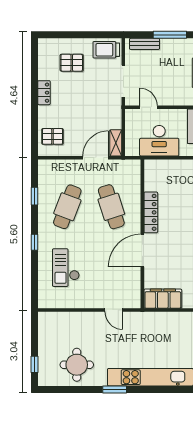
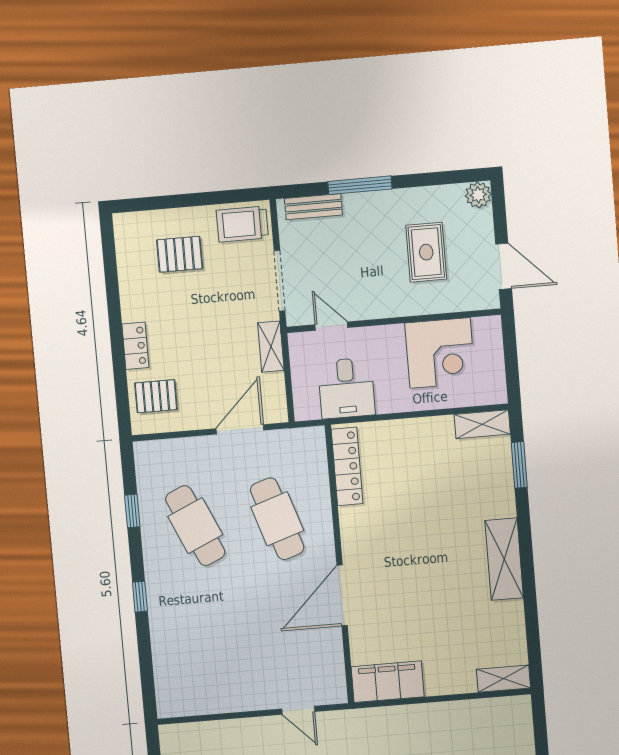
locker: (44, 93) -> (135, 346), moved
desk: (159, 141) -> (346, 388), width x0.73
shelving: (116, 143) -> (271, 347), moved
cafe table: (67, 207) -> (195, 526), turned -45
locker: (151, 212) -> (347, 466), moved
checkout: (66, 268) -> (202, 639), removed

